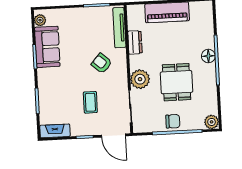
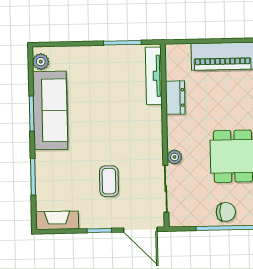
sofa: (47, 47) -> (50, 110), width x1.36
armchair: (102, 63) -> (127, 126), removed
plant: (140, 79) -> (175, 157), width x0.53, depth x0.53

